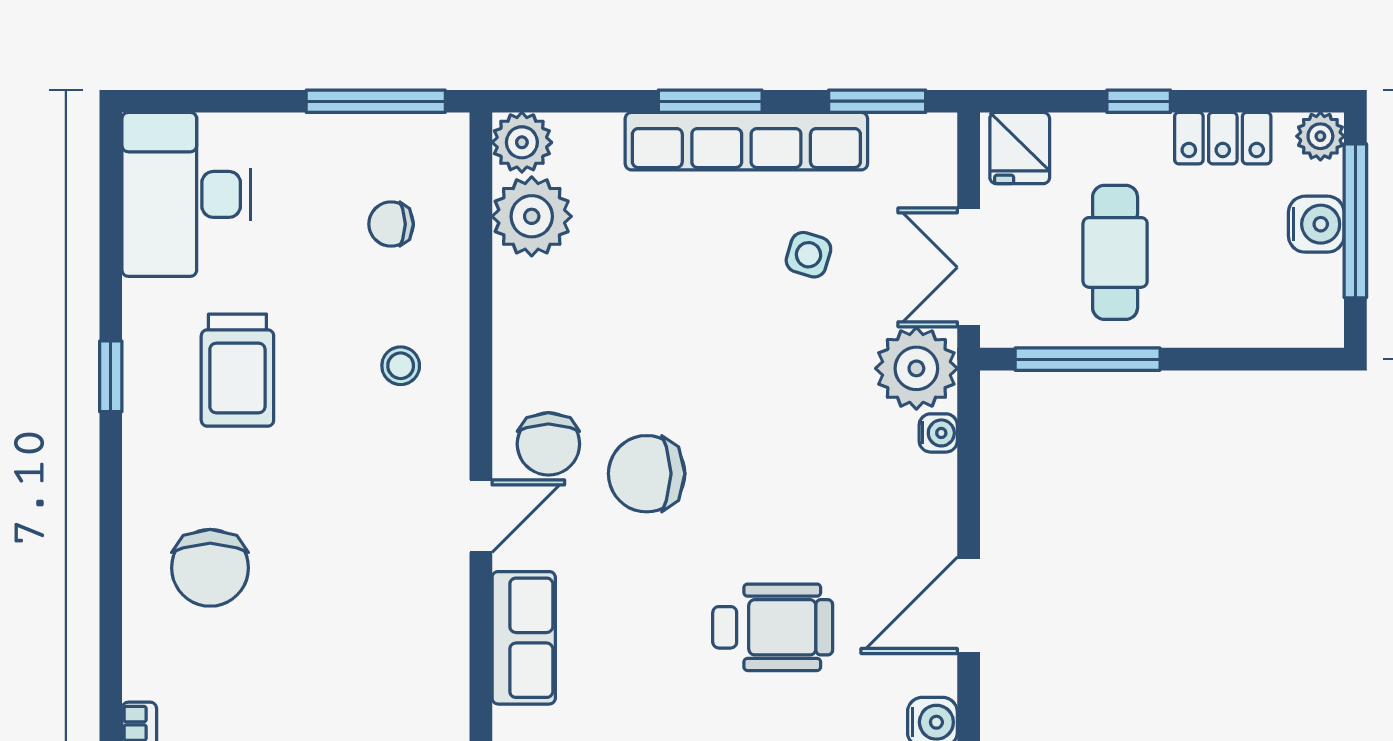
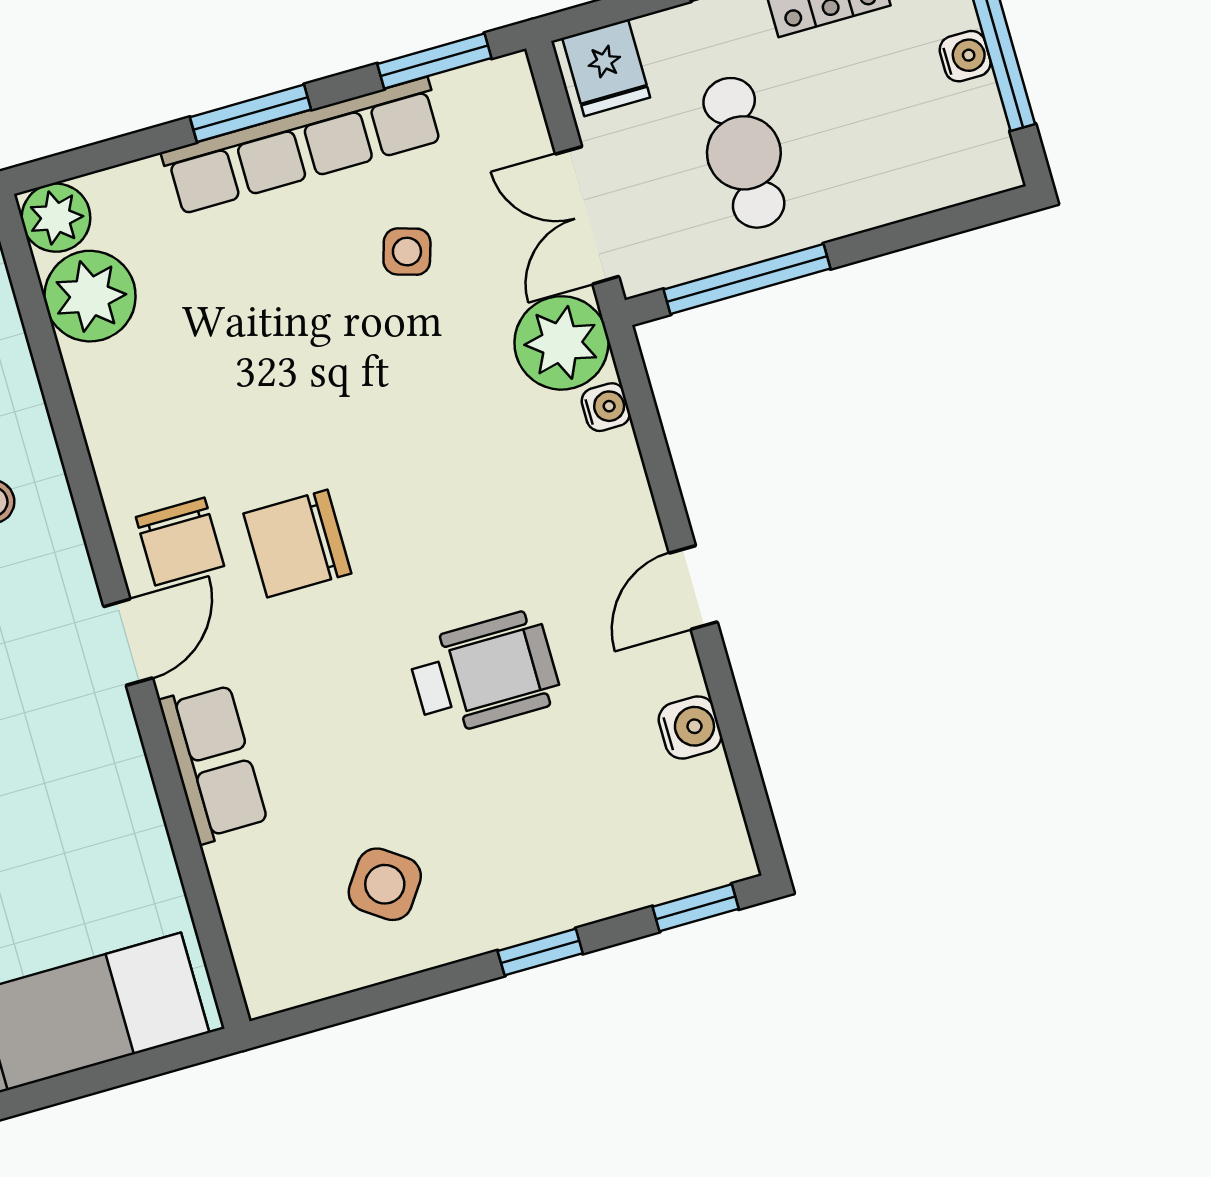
water cooler: (1316, 224) -> (965, 56), width x0.72, depth x0.72
door: (969, 605) -> (693, 587), width x0.73

